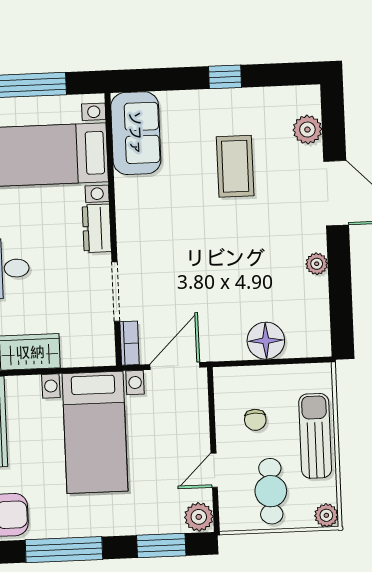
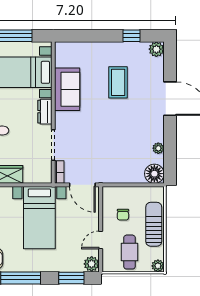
window: (225, 77) -> (132, 36), moved
plant: (307, 130) -> (156, 49), moved
sofa: (136, 133) -> (67, 89), moved
plant: (317, 264) -> (158, 148), moved
floor lamp: (266, 341) -> (154, 174), moved
door: (175, 366) -> (82, 185), swing flipped

